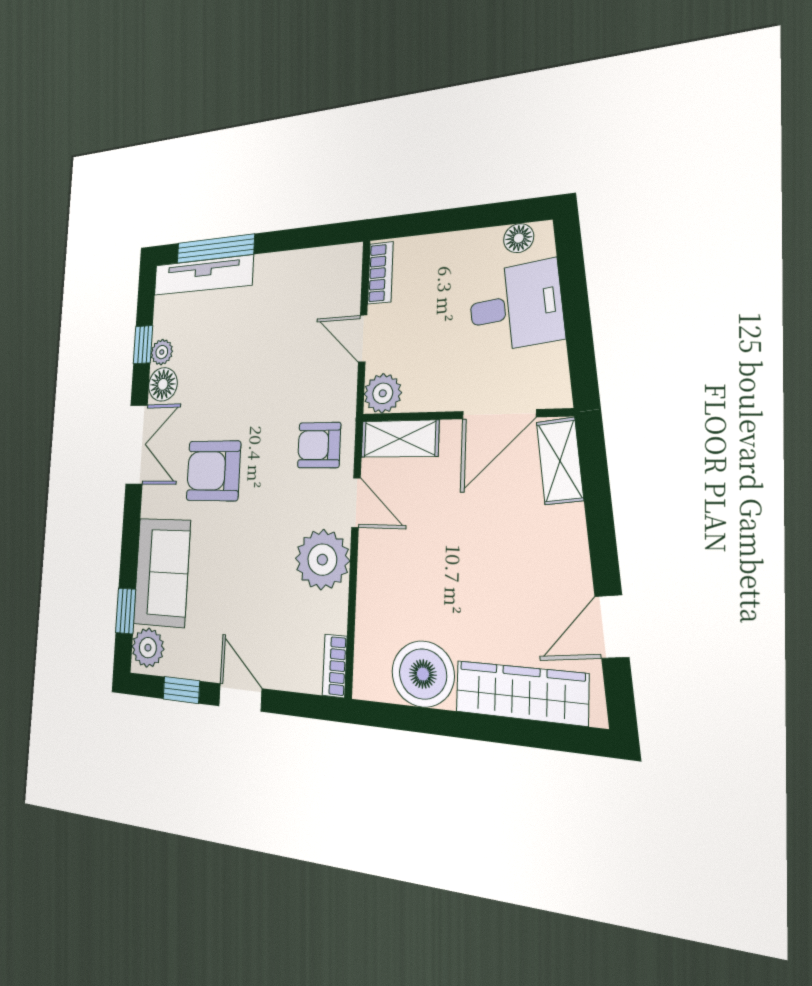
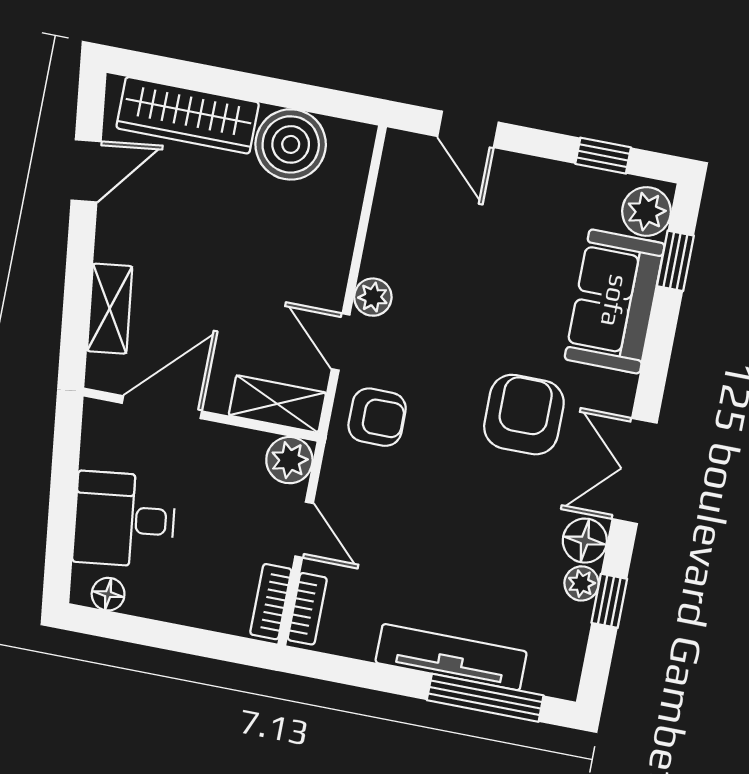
tv unit: (203, 275) -> (451, 657), moved
shelving: (560, 461) -> (110, 309), moved
armchair: (213, 471) -> (524, 415), turned -90
plant: (322, 560) -> (373, 297), width x0.53, depth x0.53
bookcase: (335, 666) -> (307, 609), moved
door: (240, 697) -> (468, 129), moved

